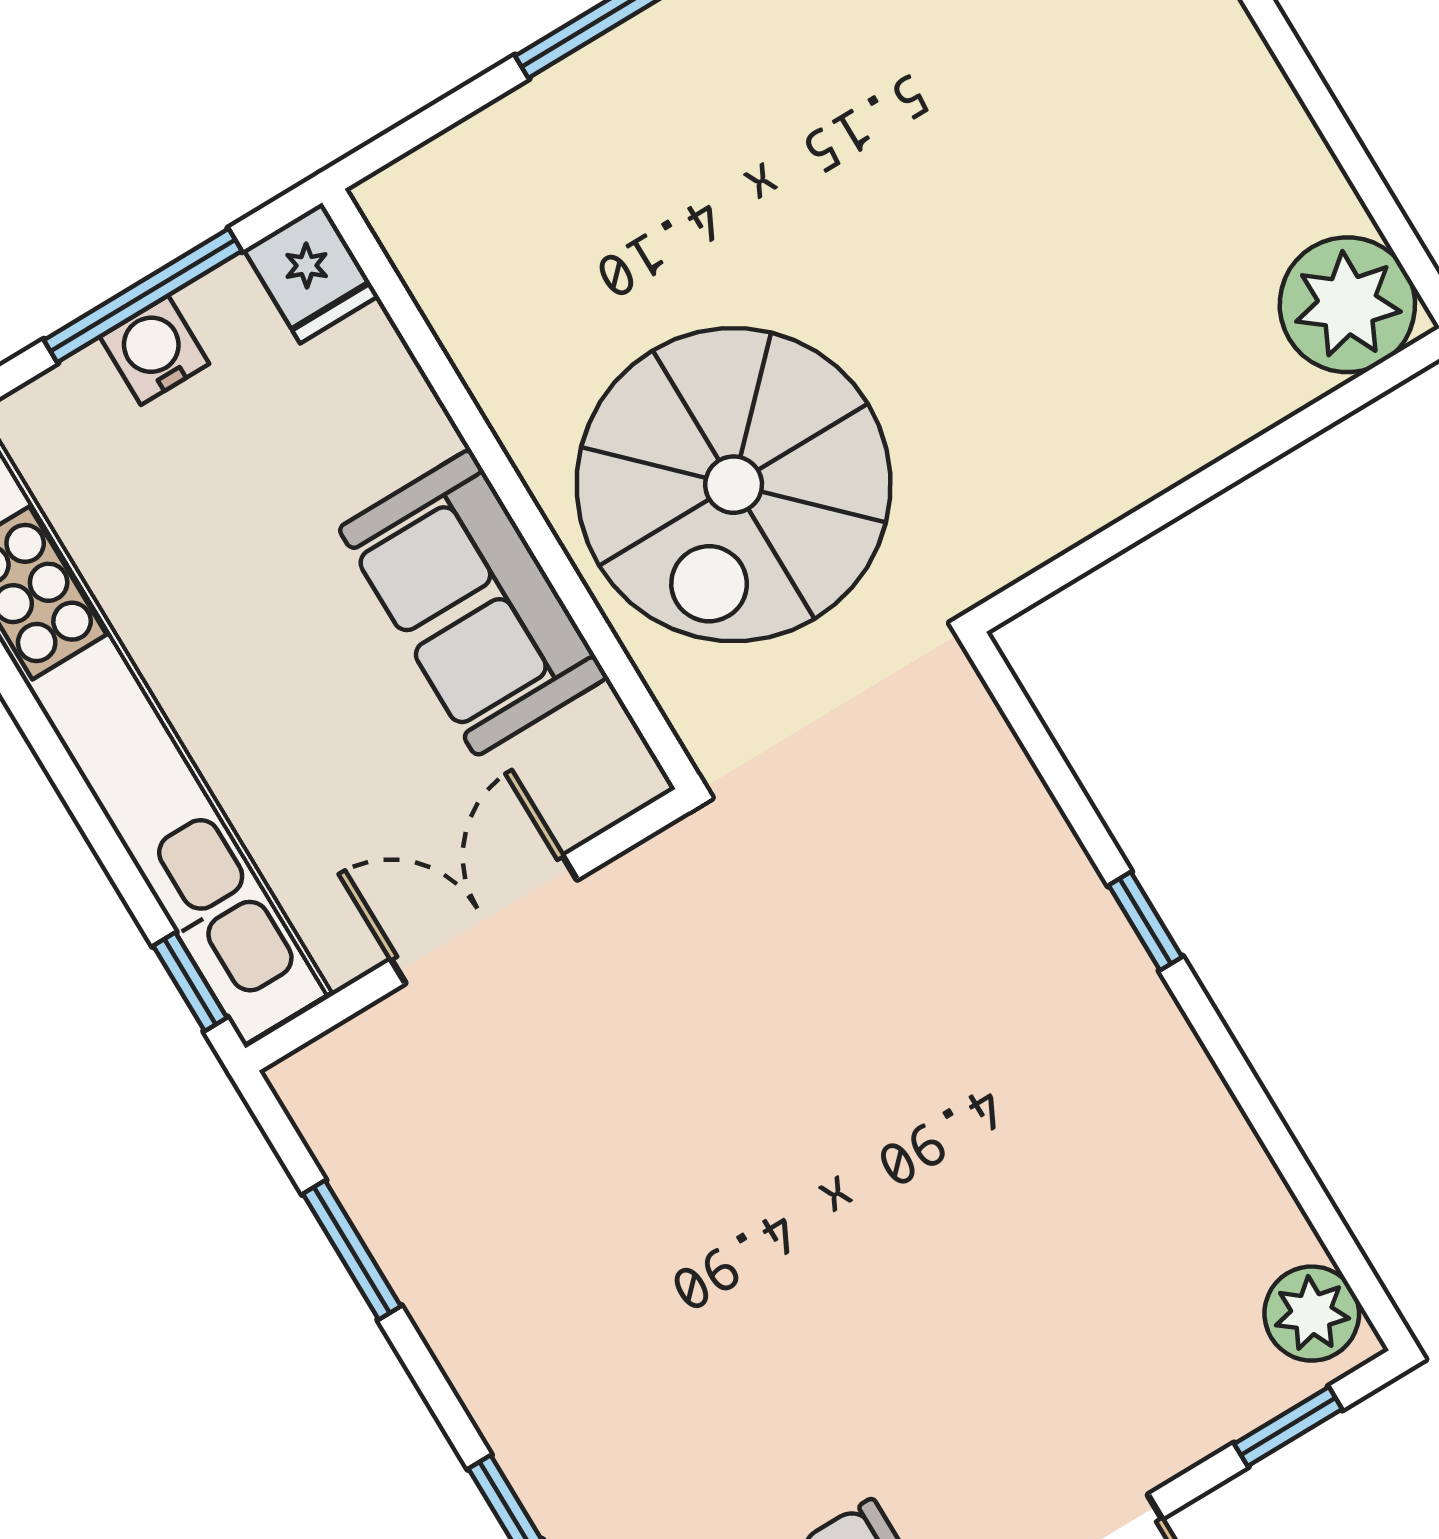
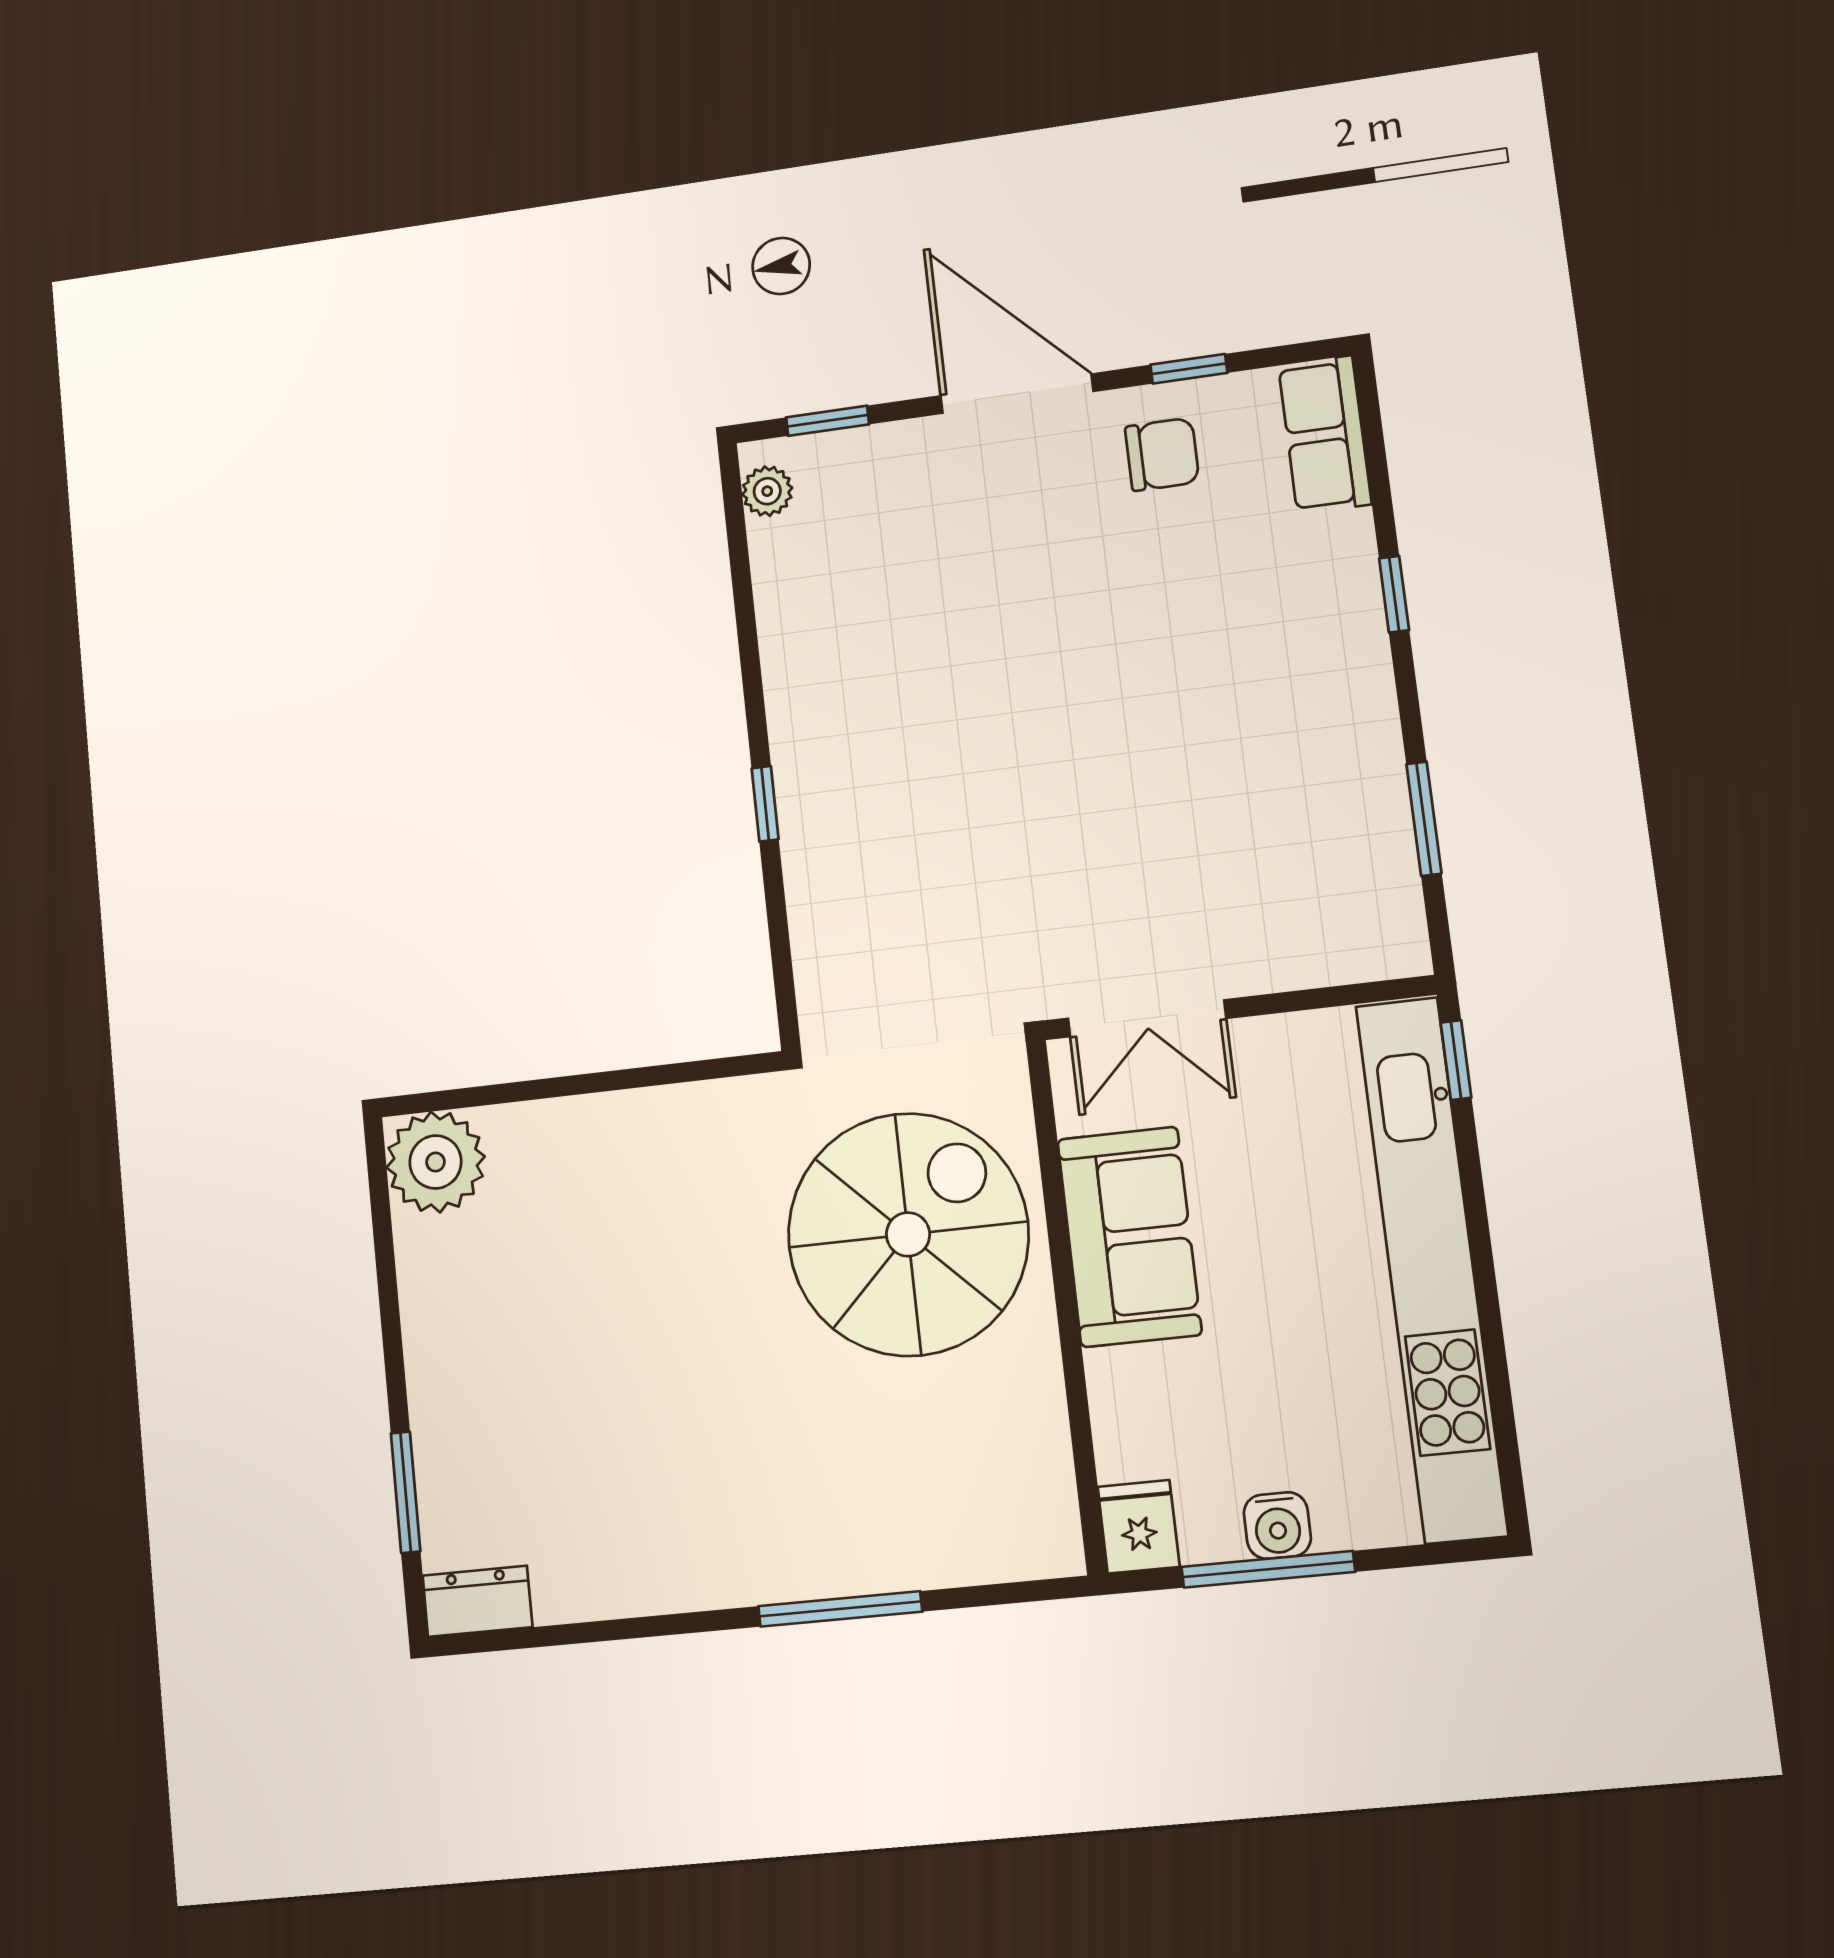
double door: (484, 920) -> (1147, 1018), moved
plant: (1312, 1314) -> (767, 491), width x0.73, depth x0.73

